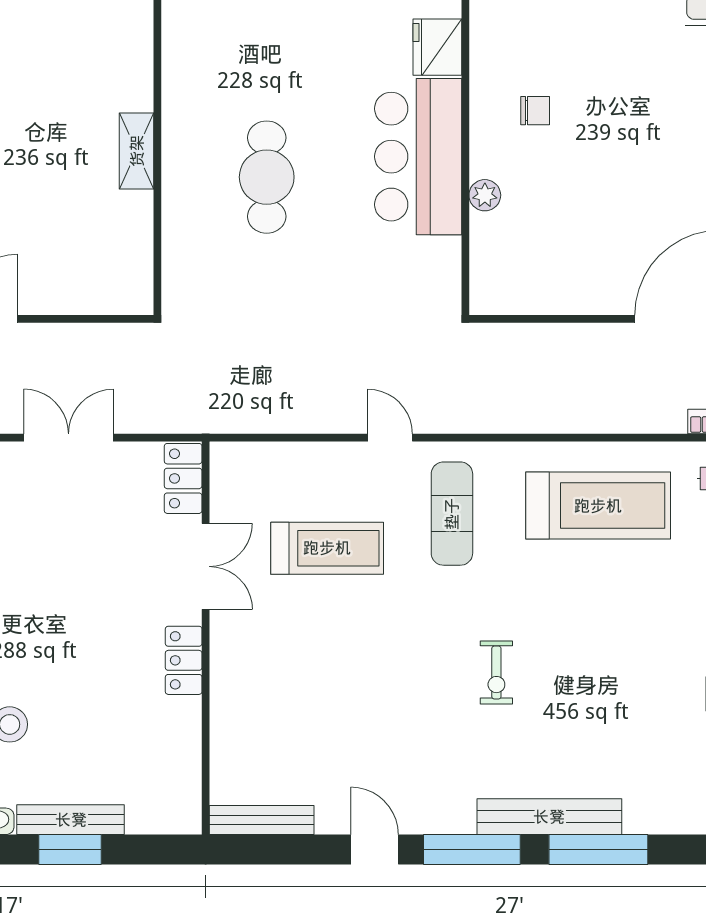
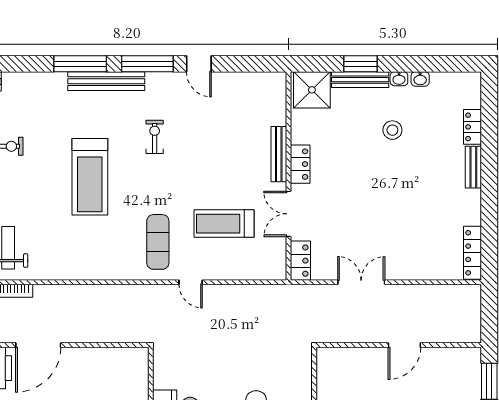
double door: (69, 438) -> (361, 282), swing flipped
treadmill: (598, 506) -> (90, 177), moved, turned -90
exercise bike: (496, 672) -> (155, 137), moved
shower: (162, 800) -> (312, 90), added
bench: (262, 820) -> (279, 154), moved, turned 90

